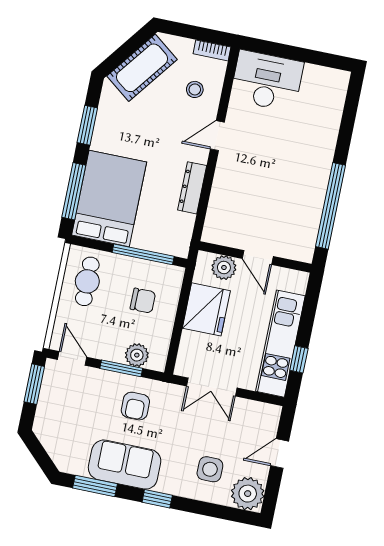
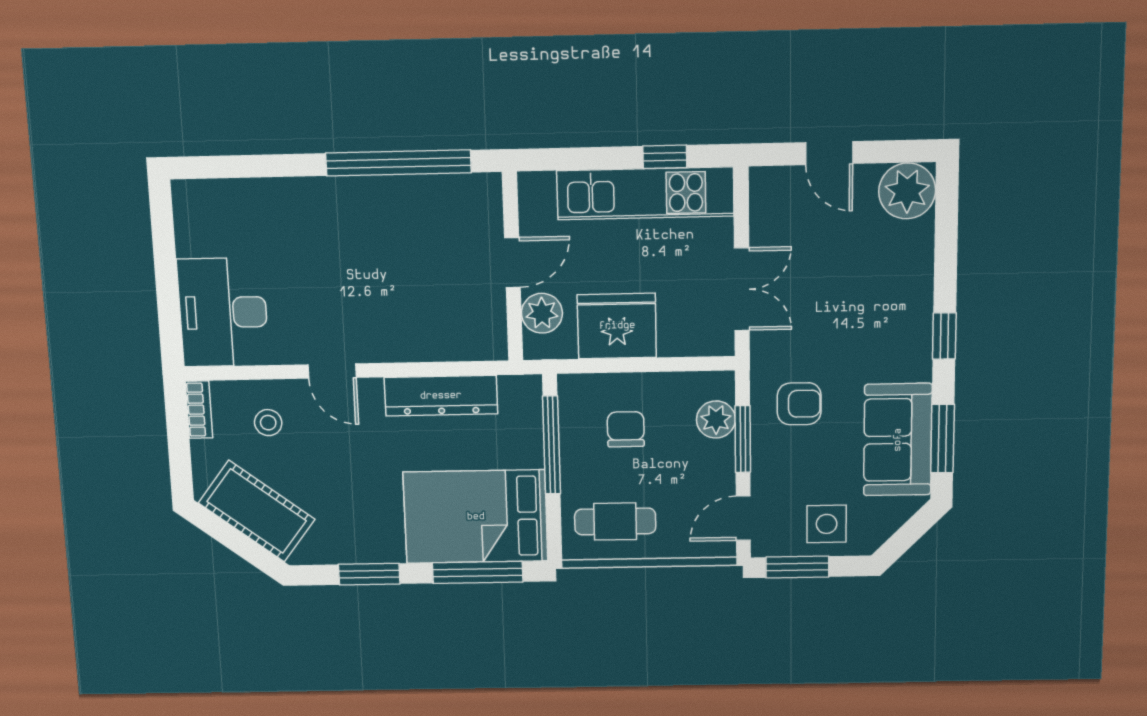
dresser: (192, 188) -> (441, 396), width x1.37, depth x1.24
sofa: (125, 465) -> (898, 440), moved
side table: (210, 469) -> (827, 524), moved

